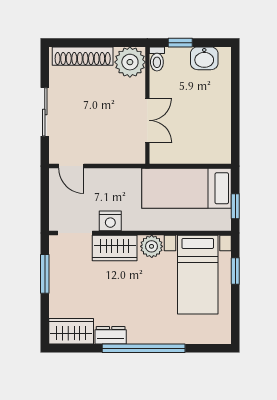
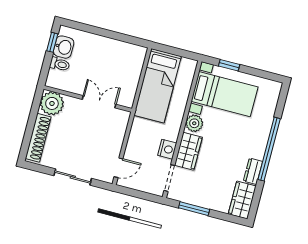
window: (180, 43) -> (52, 42), moved
toilet: (157, 59) -> (60, 64), moved
window: (235, 206) -> (181, 53), removed

